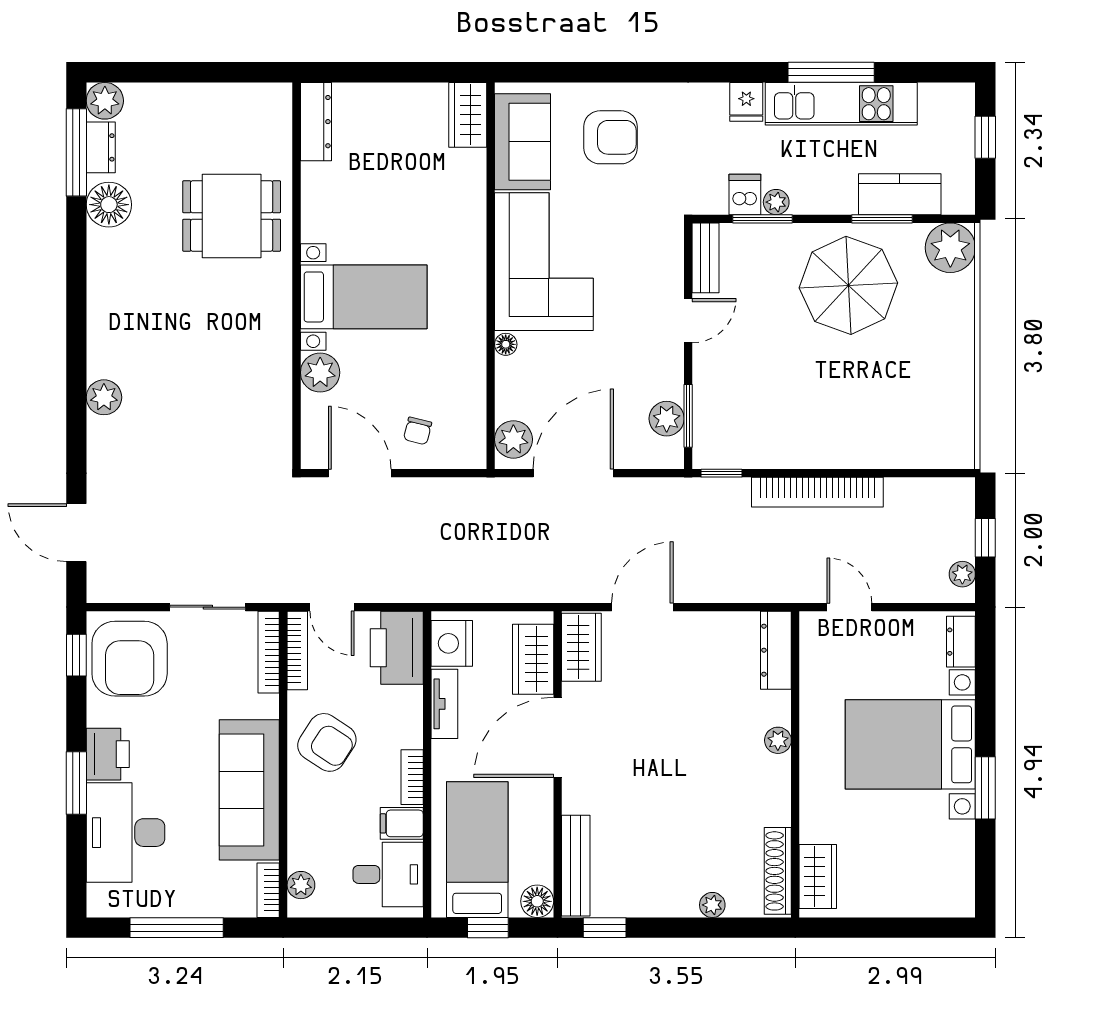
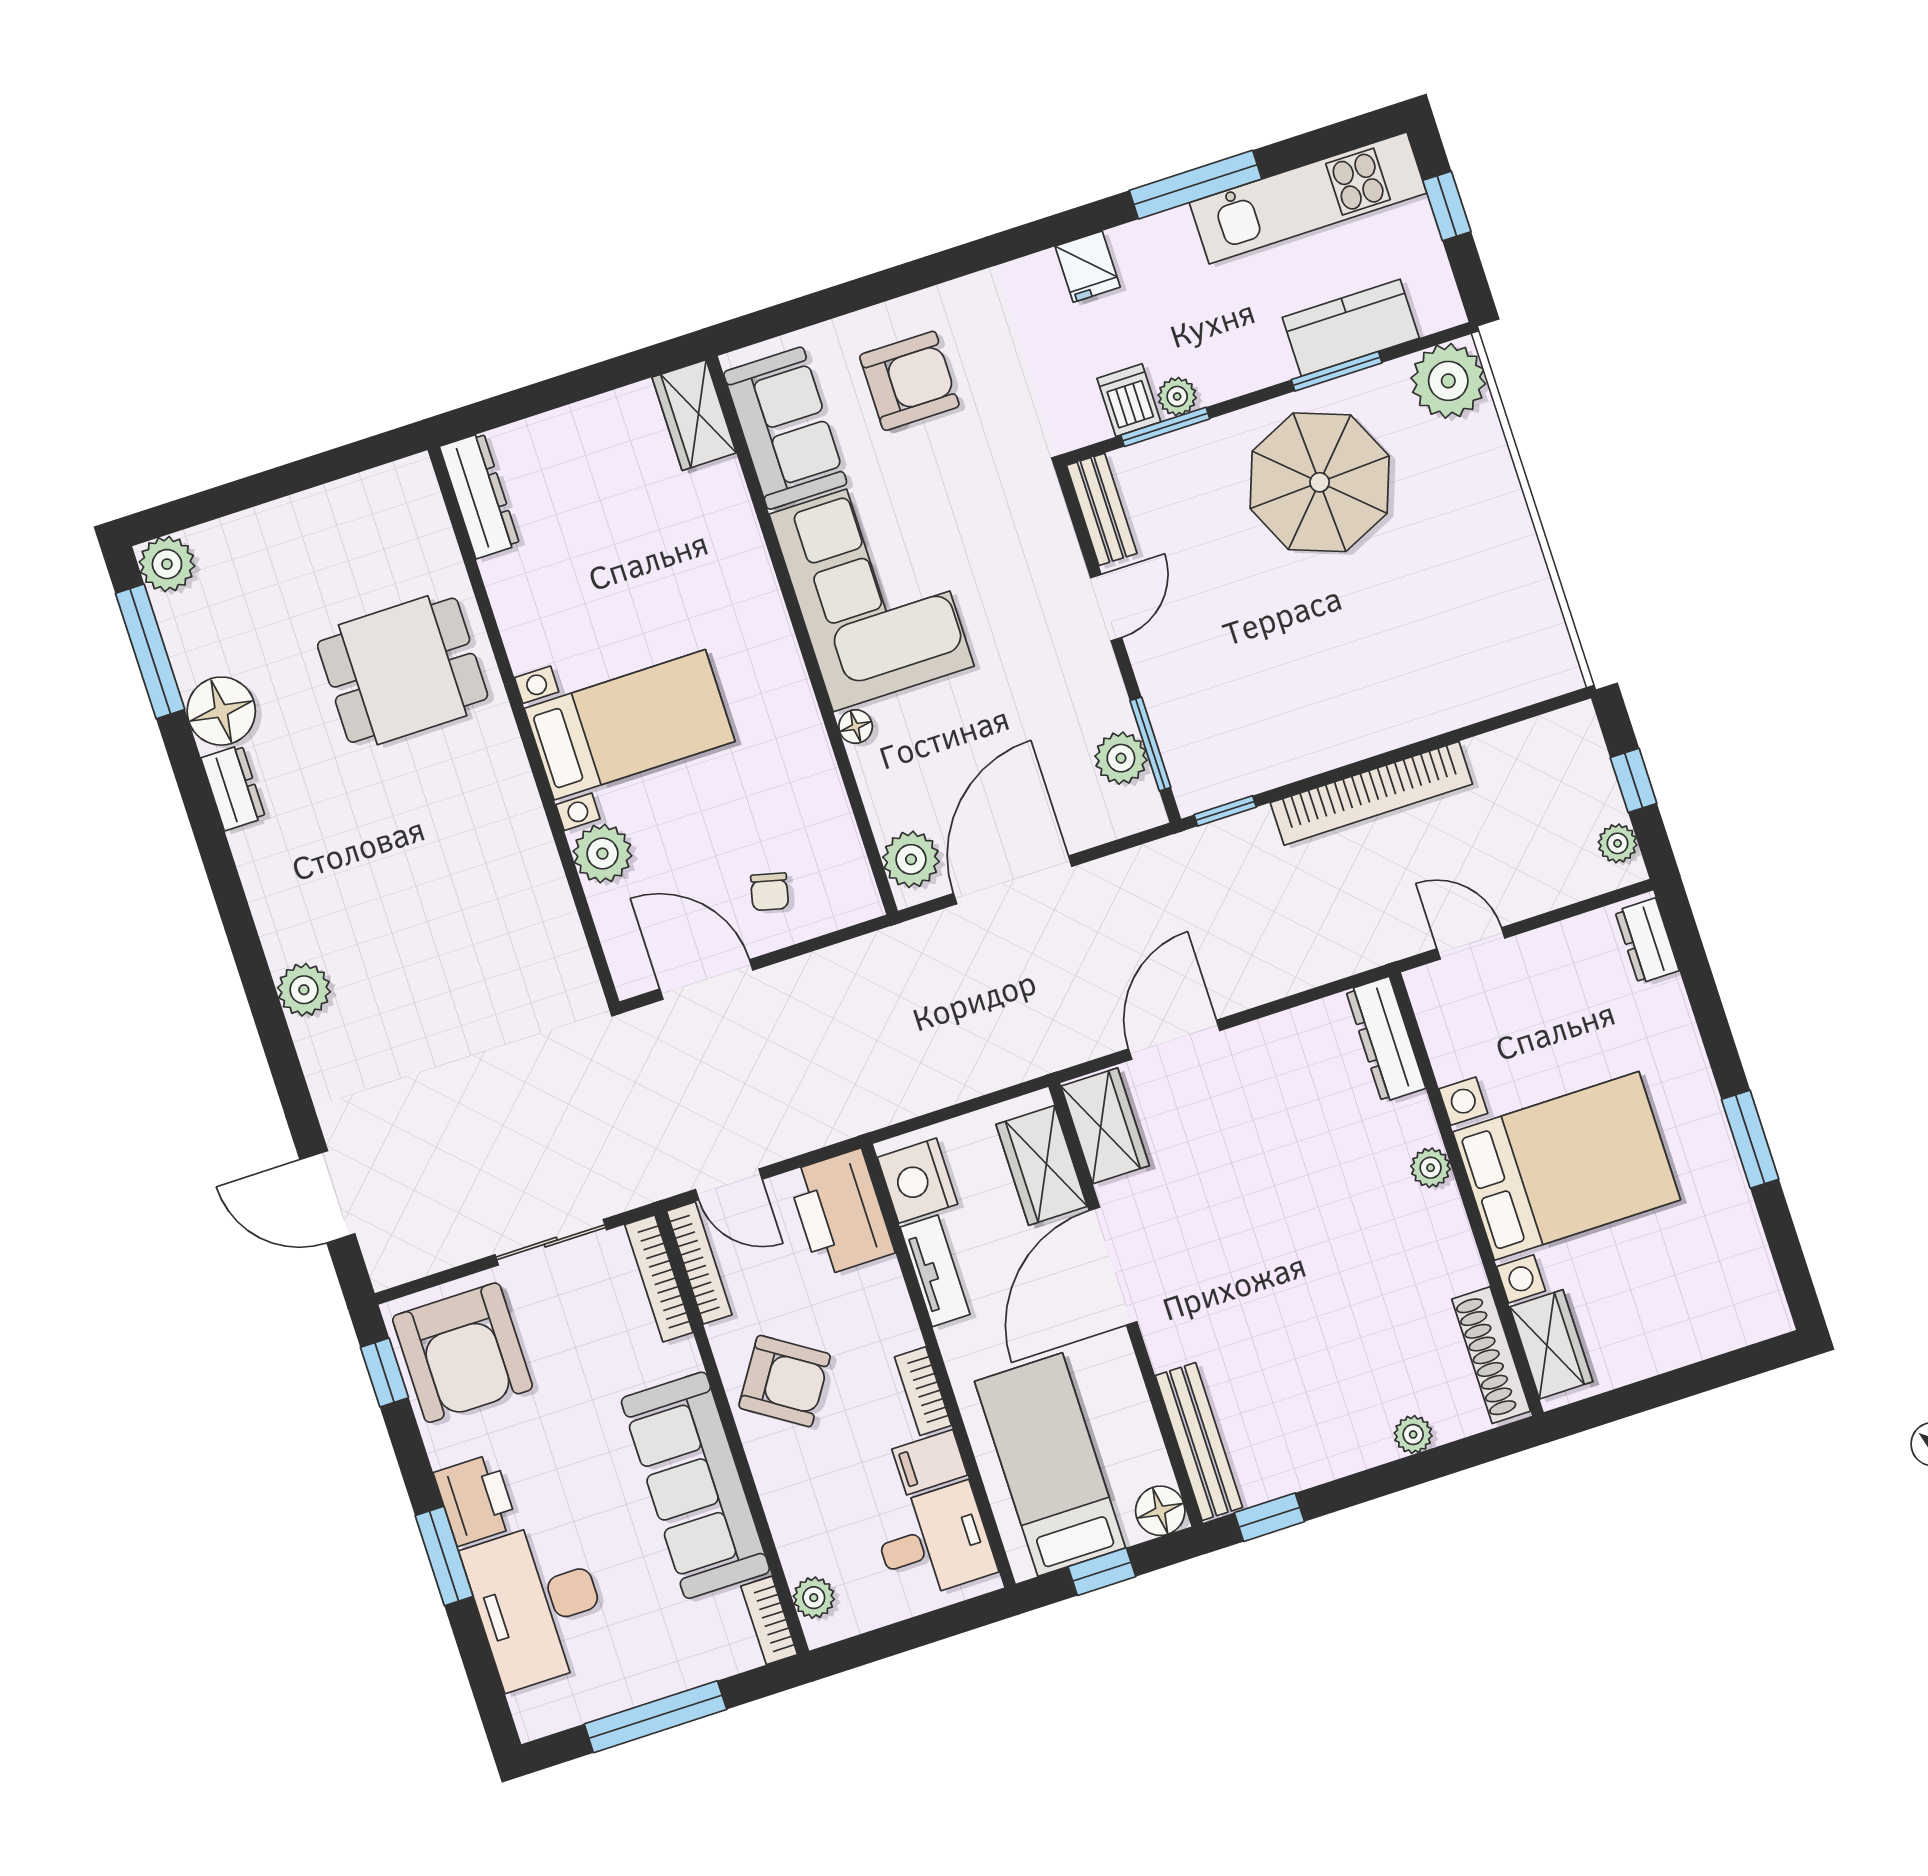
kitchen unit: (841, 104) -> (1308, 198), moved
dresser: (101, 147) -> (233, 788), moved
bed with nightstands: (910, 744) -> (1567, 1166), moved, turned 180

